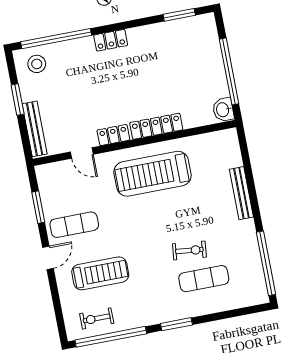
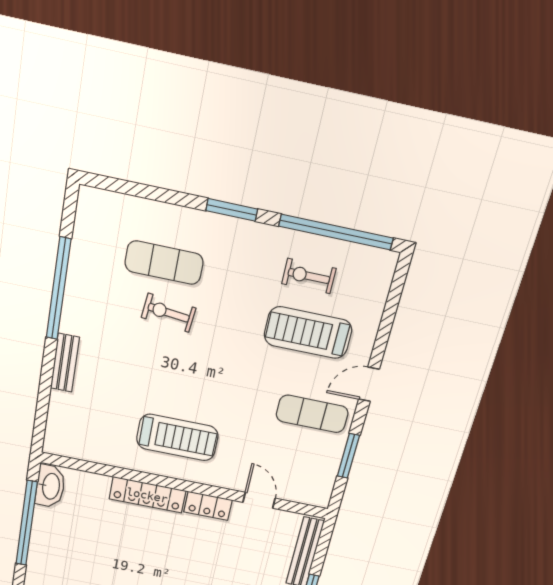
washbasin: (223, 110) -> (50, 486), width x1.38
treadmill: (153, 174) -> (177, 438), width x0.73, depth x0.73
bench: (241, 193) -> (65, 363), width x0.73
window: (266, 263) -> (59, 289), moved
exercise bike: (97, 318) -> (309, 276), moved, turned 180

